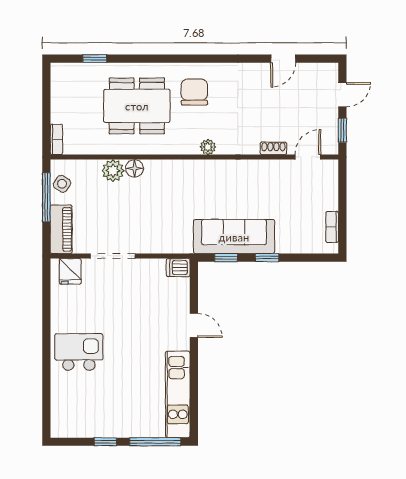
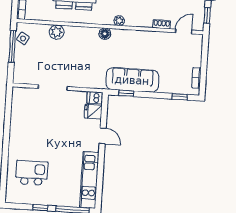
floor lamp: (135, 168) -> (105, 34), moved
piano: (61, 229) -> (21, 68), removed
window: (267, 258) -> (180, 97), moved
fridge: (70, 271) -> (93, 112), moved, turned 90
kitchen island: (79, 352) -> (32, 173), moved

